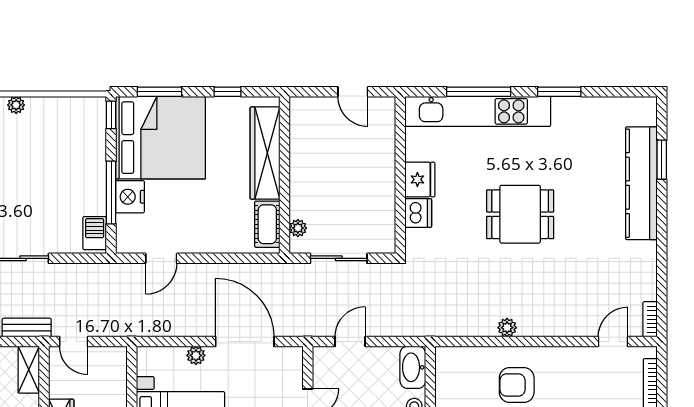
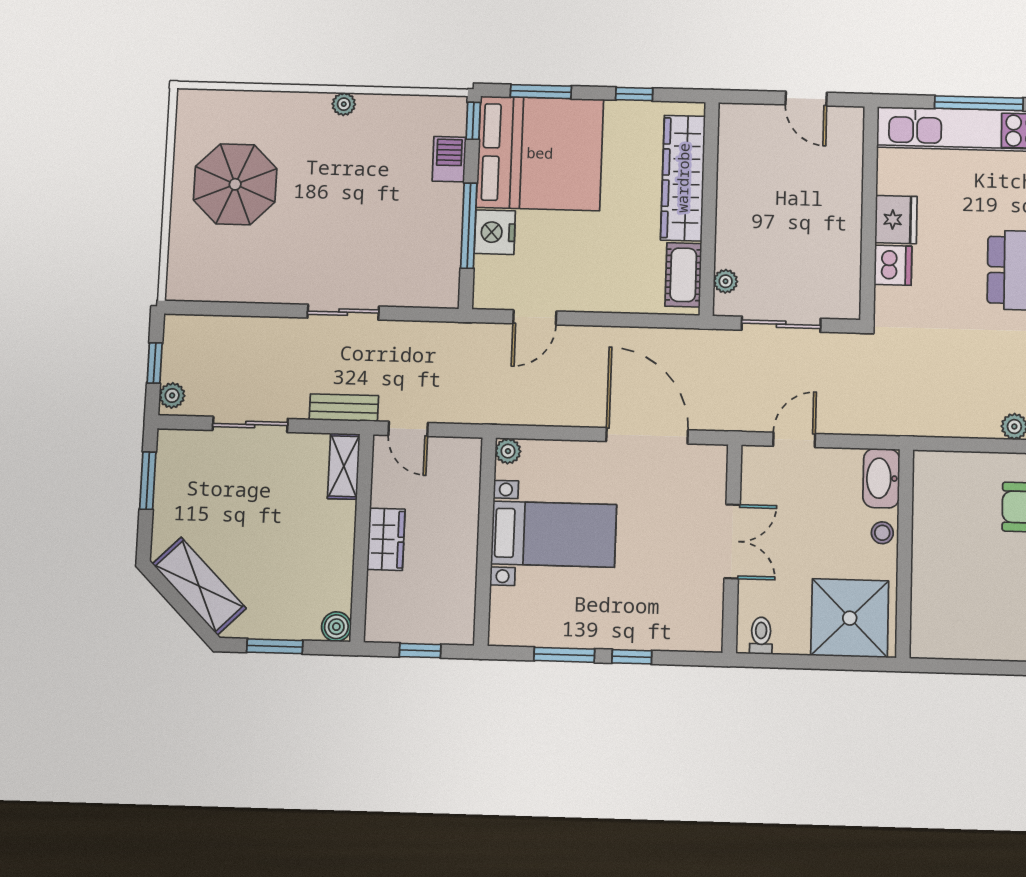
barbecue: (95, 233) -> (449, 159), moved
plant: (196, 355) -> (508, 451), moved

